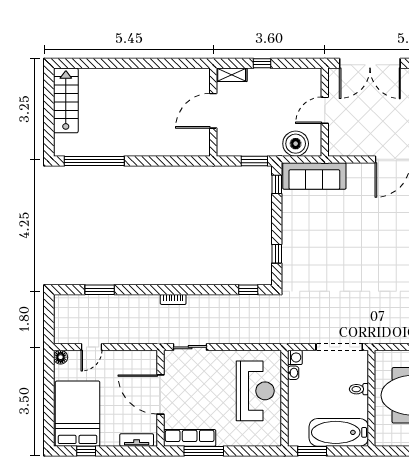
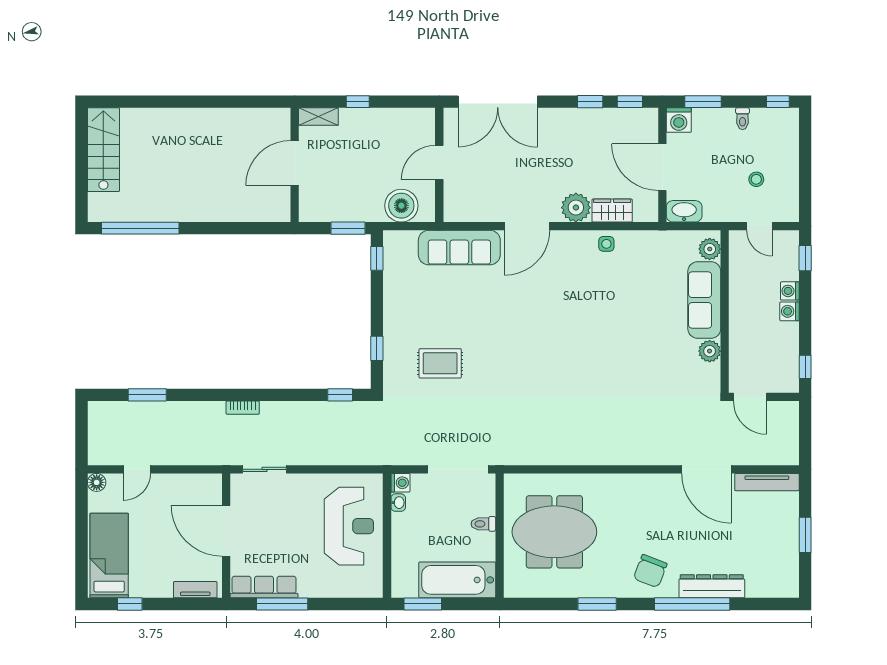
sofa: (314, 176) -> (459, 248), moved
rug: (326, 265) -> (440, 363), added
bed: (78, 414) -> (109, 556), width x0.67

